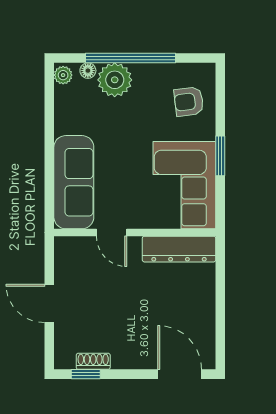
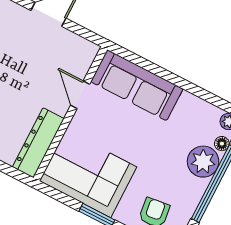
door: (112, 232) -> (80, 95), hinge flipped

